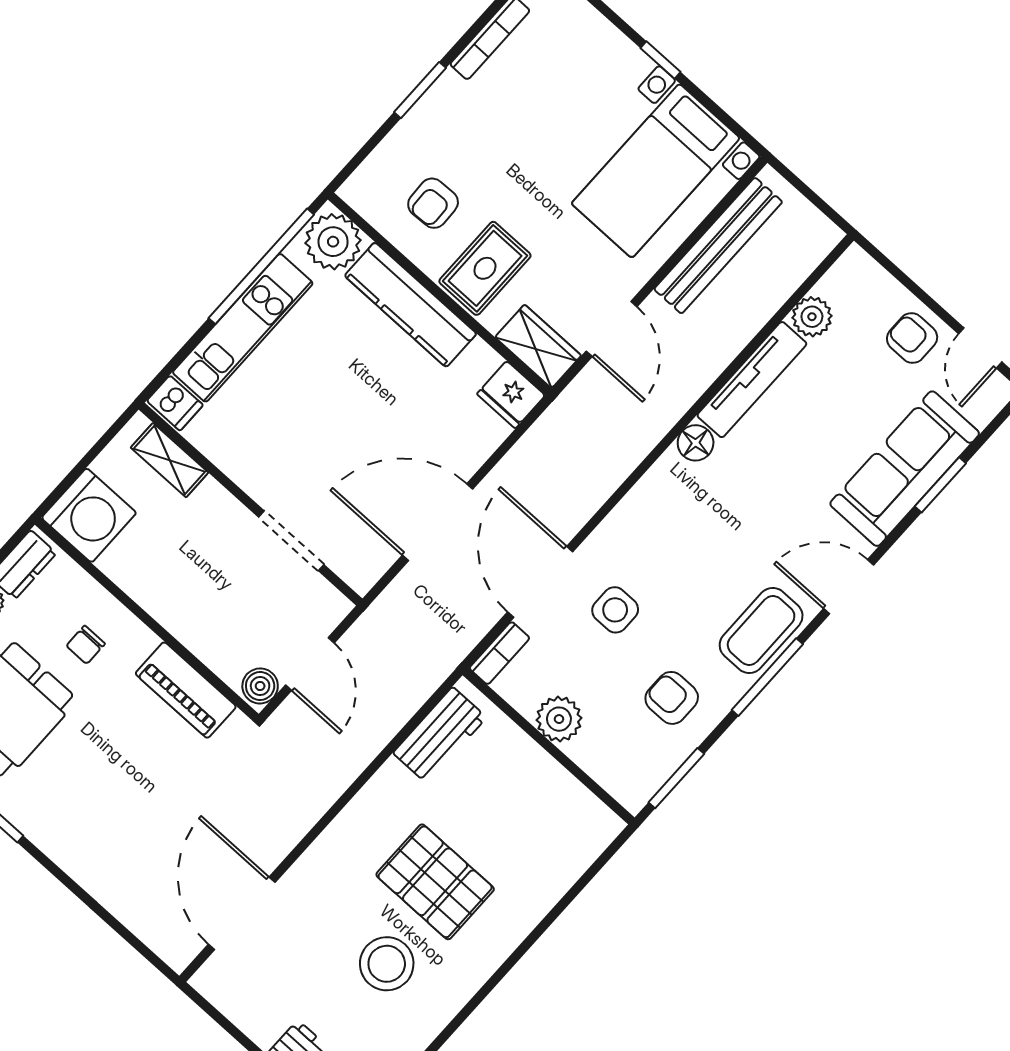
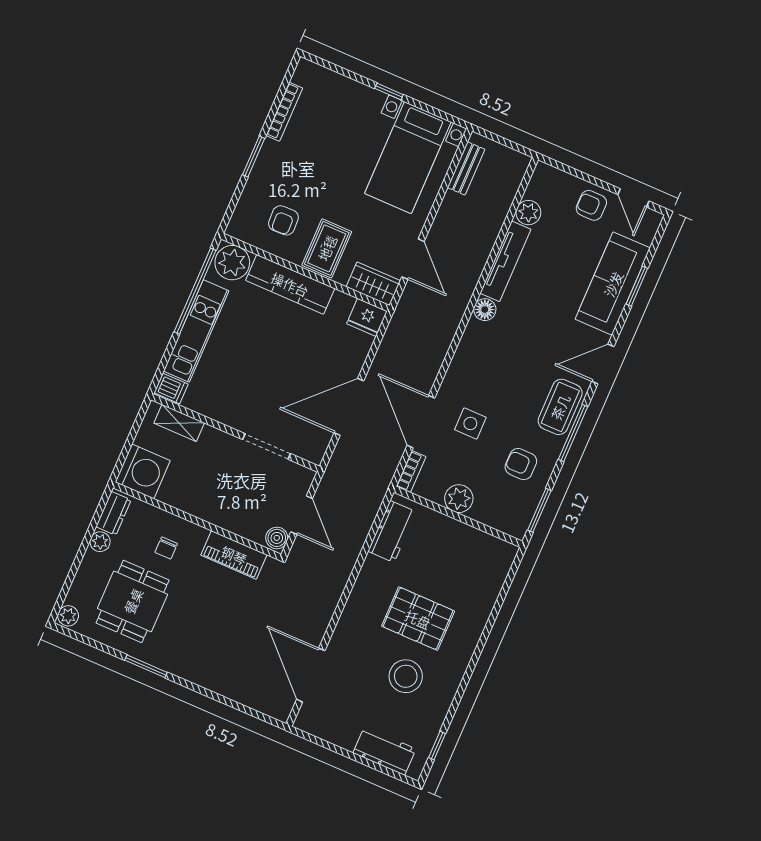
bench: (718, 246) -> (466, 168), width x0.54, depth x0.82

